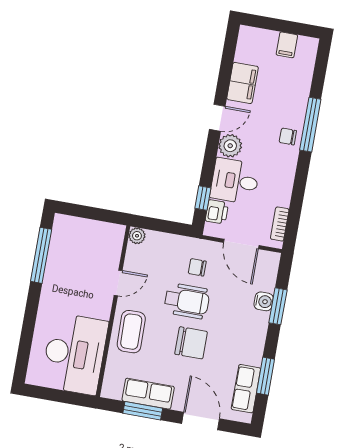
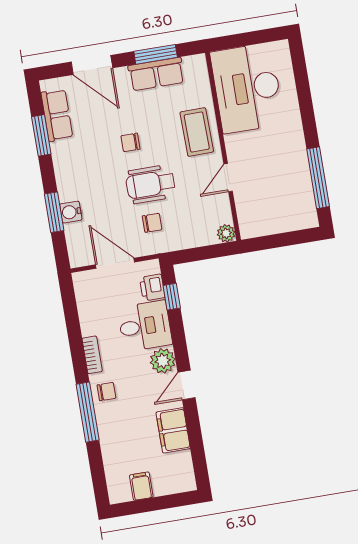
bookcase: (280, 224) -> (92, 355), moved
chair: (191, 343) -> (130, 142), width x0.54, depth x0.54

